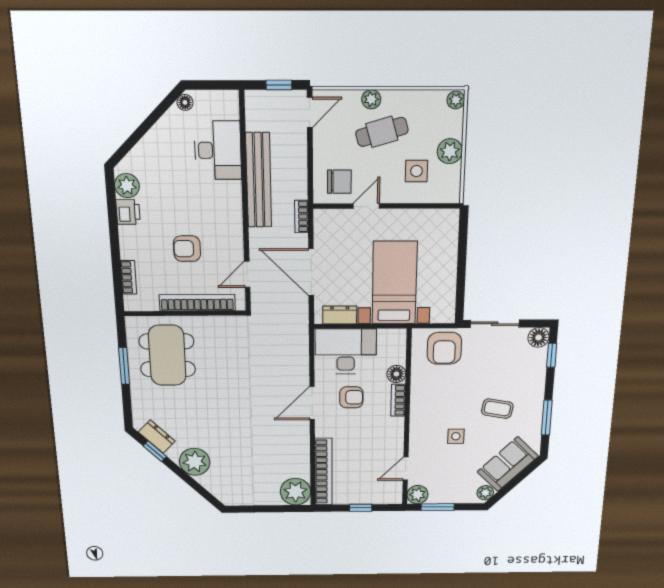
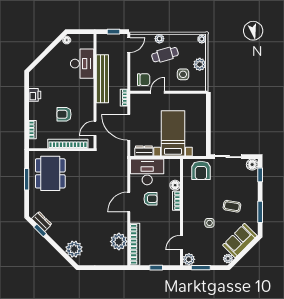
plant: (127, 186) -> (35, 81), removed
plant: (195, 462) -> (74, 249), moved
plant: (295, 492) -> (119, 242), moved

